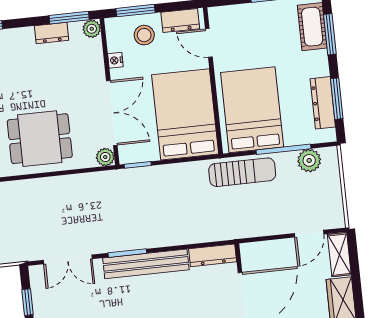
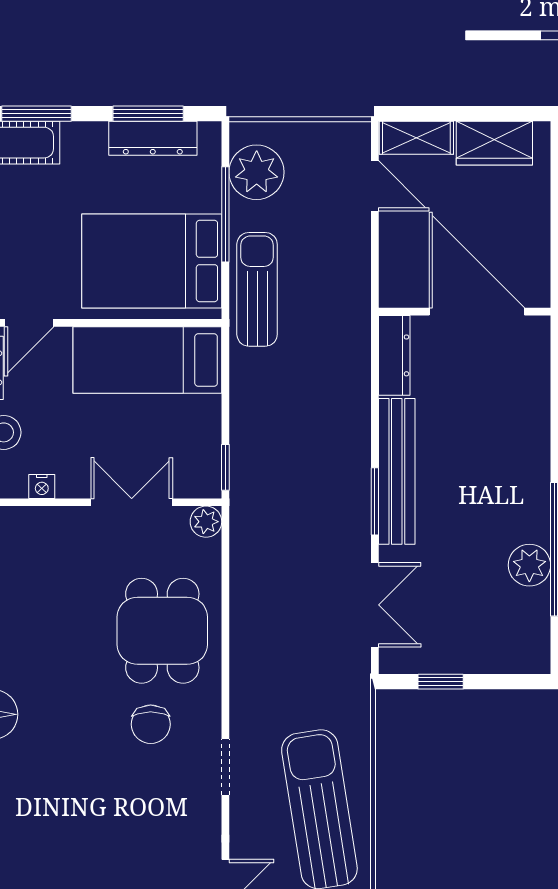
double door: (112, 113) -> (132, 502), width x0.73
bed: (185, 114) -> (147, 360), width x0.67
plant: (309, 160) -> (257, 172), width x1.36, depth x1.36

